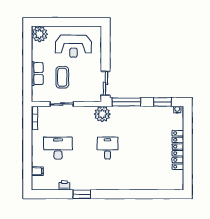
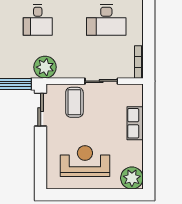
coffee table: (62, 77) -> (74, 102), moved

